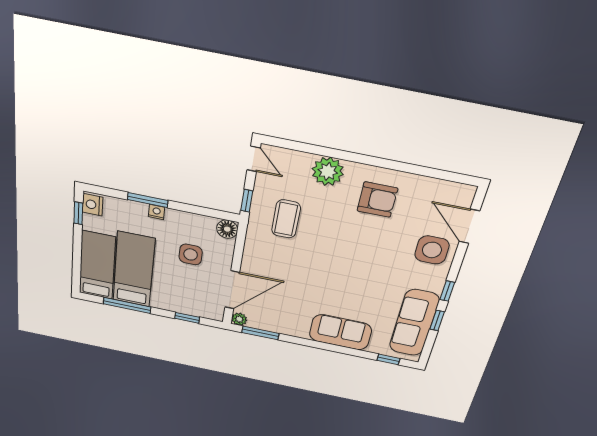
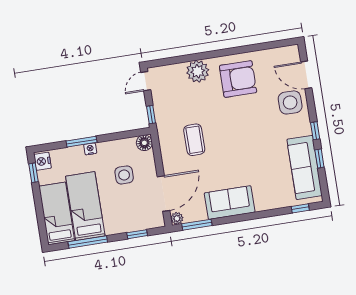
door: (254, 159) -> (146, 81), swing flipped
armchair: (377, 200) -> (238, 79), width x1.36, depth x1.36
coffee table: (286, 219) -> (194, 140), moved
sofa: (340, 332) -> (230, 203), moved

